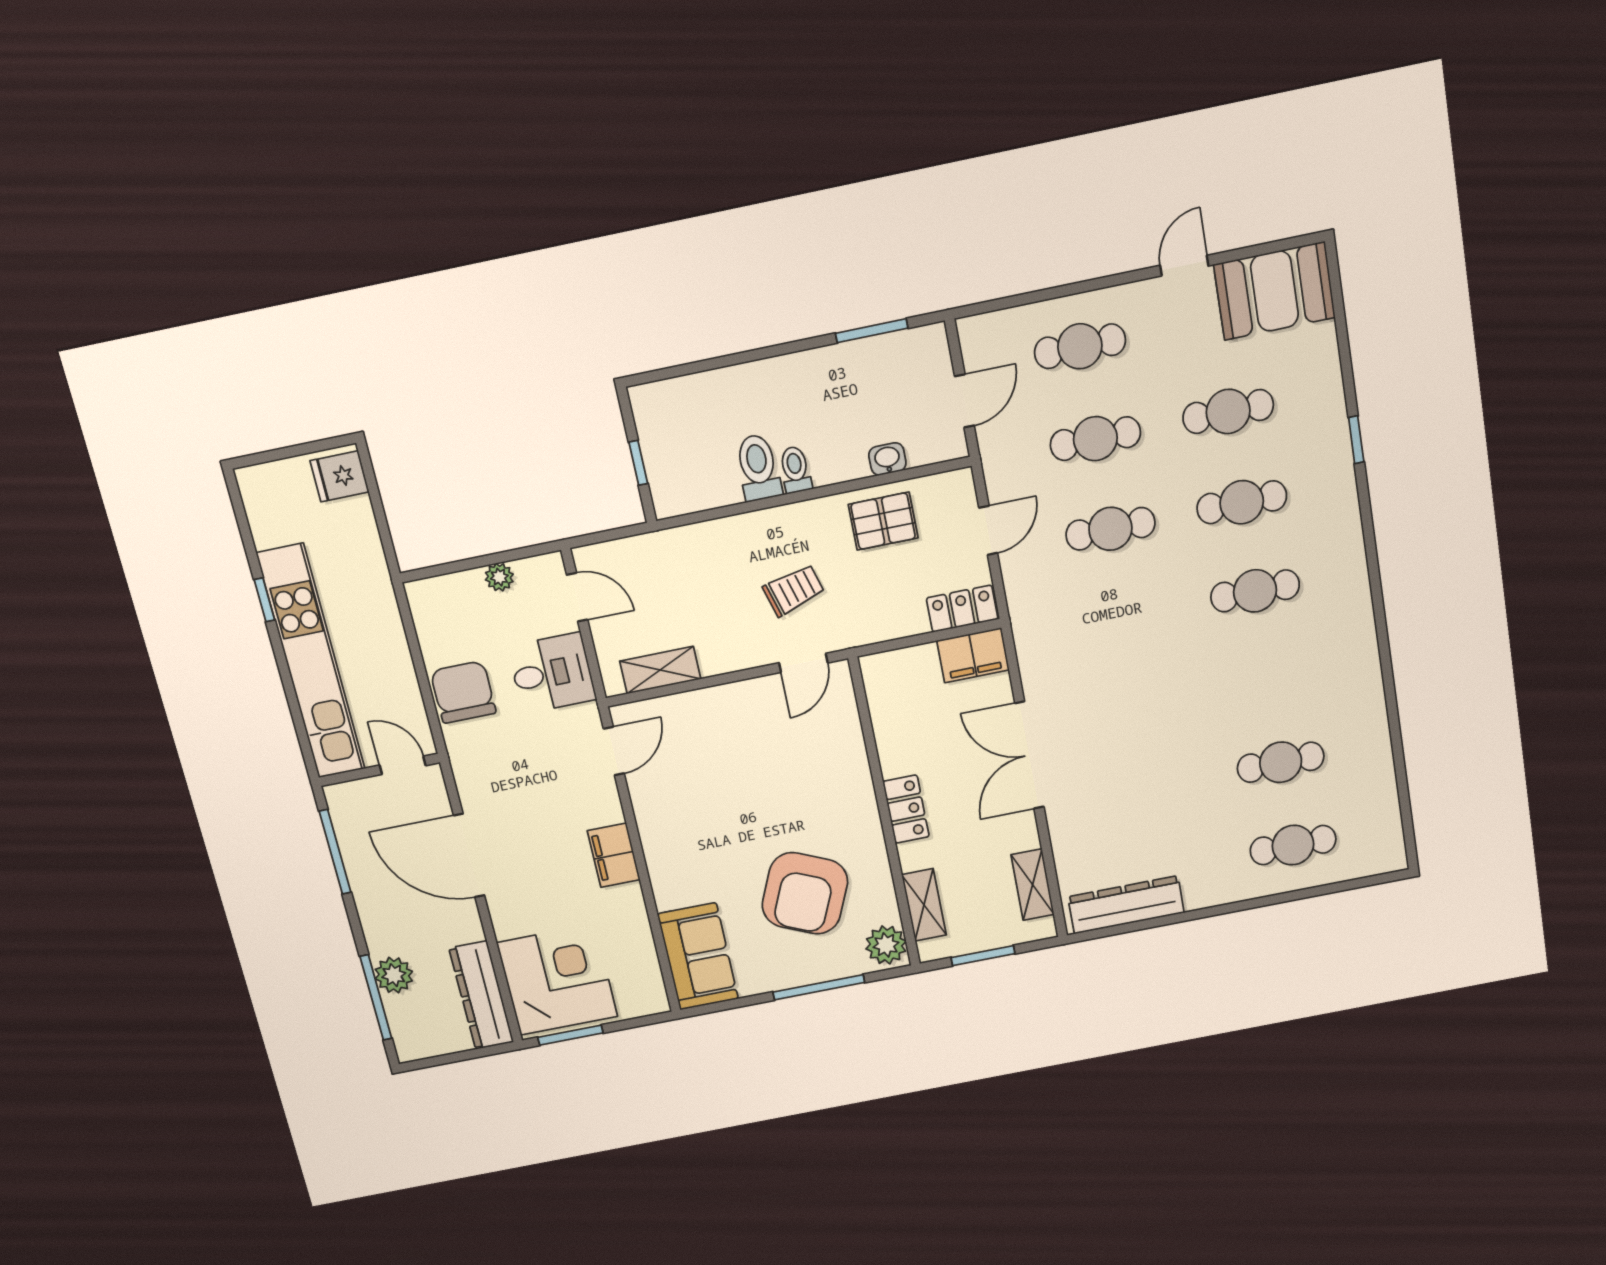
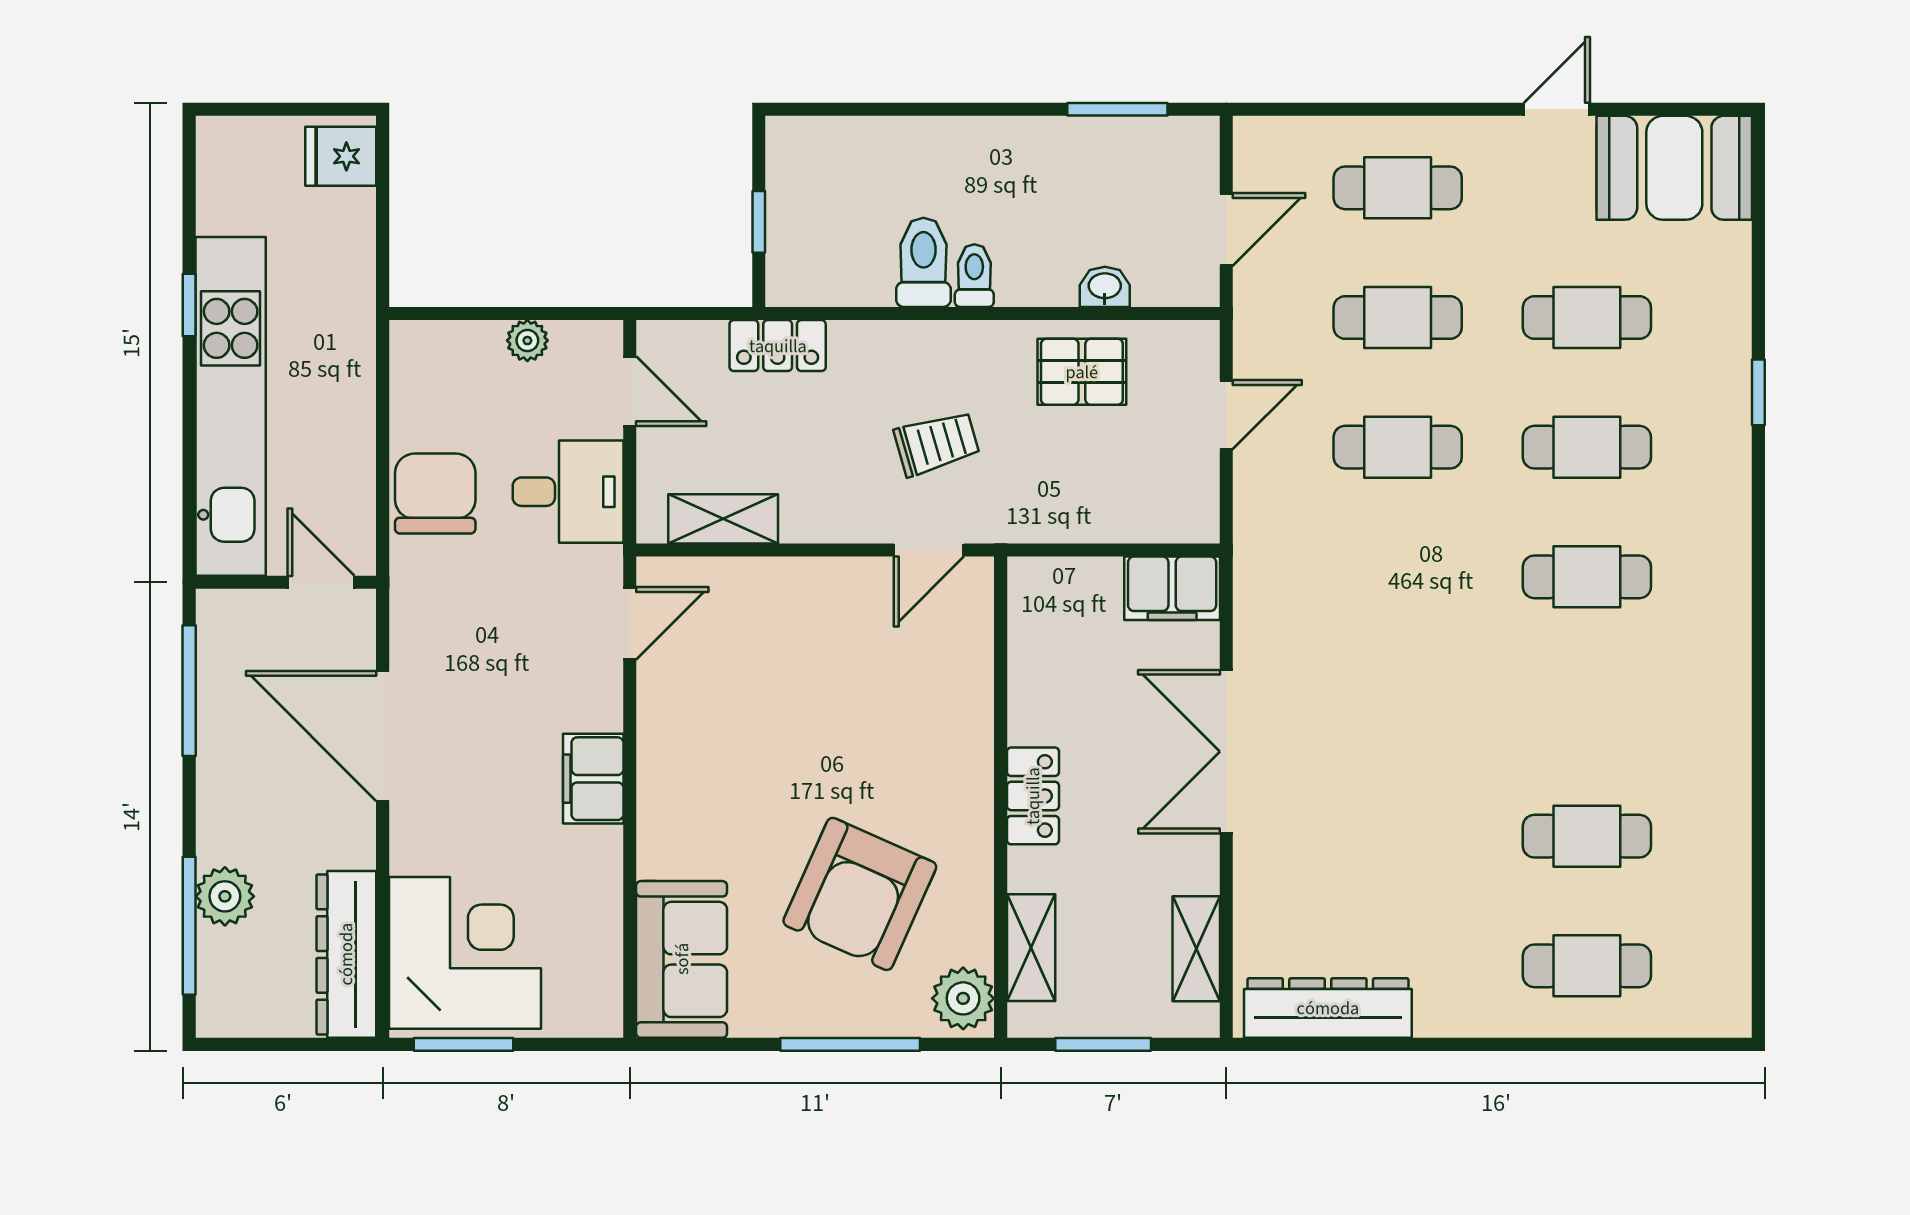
locker: (962, 609) -> (778, 346), moved, turned 180

